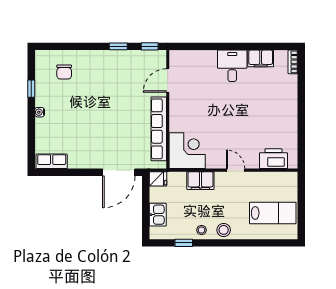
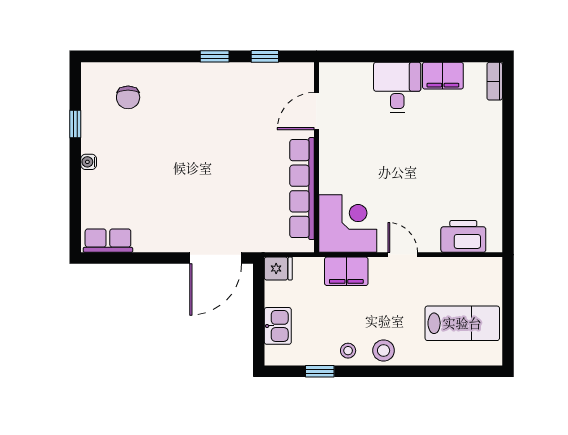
door: (168, 81) -> (316, 111), moved
wall: (168, 109) -> (316, 157), moved
row of seats: (159, 129) -> (302, 189), moved
corner desk: (187, 151) -> (348, 223), moved

